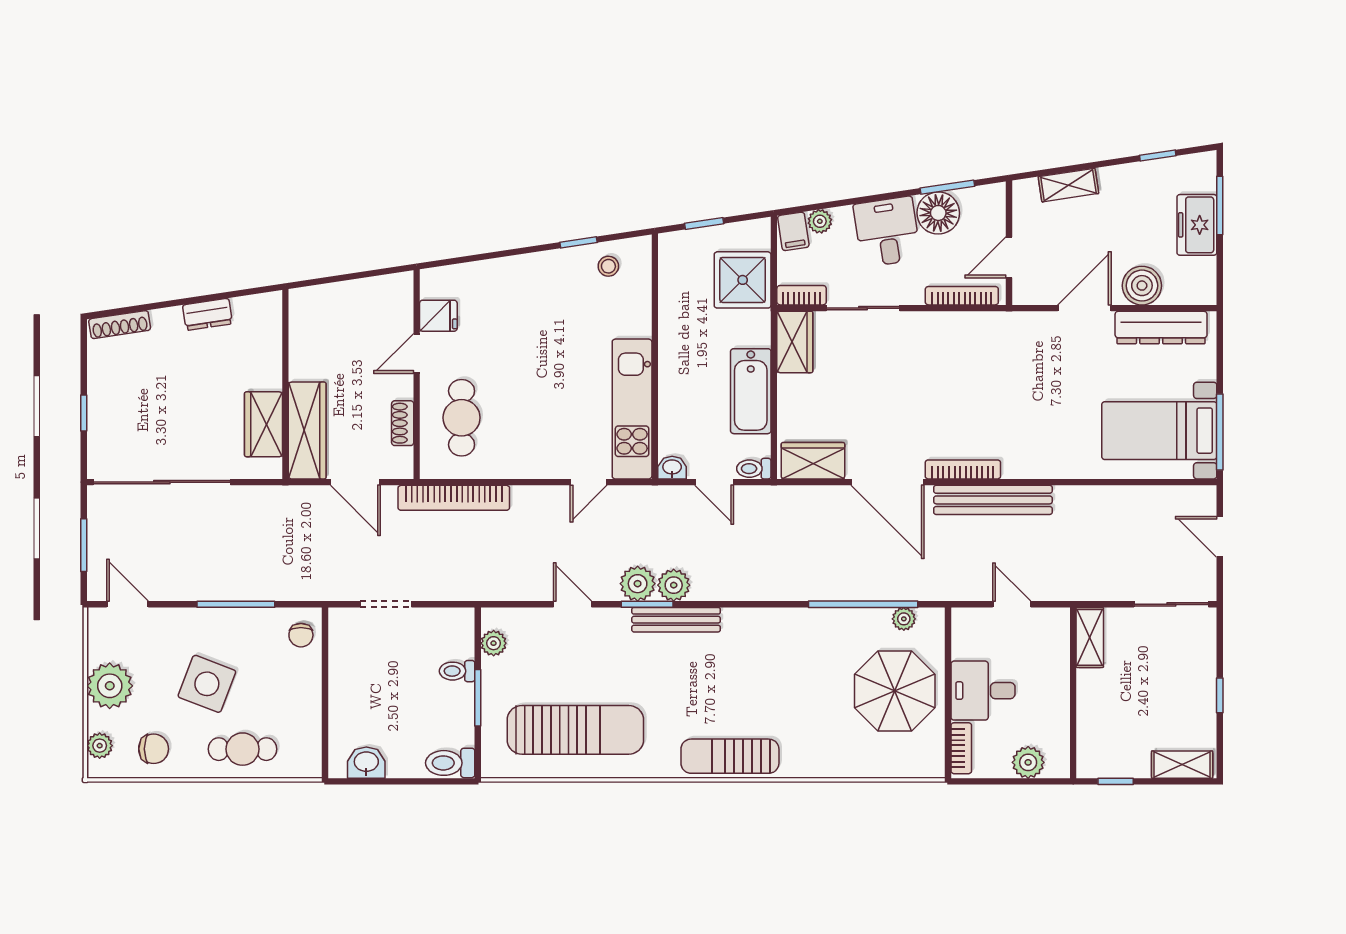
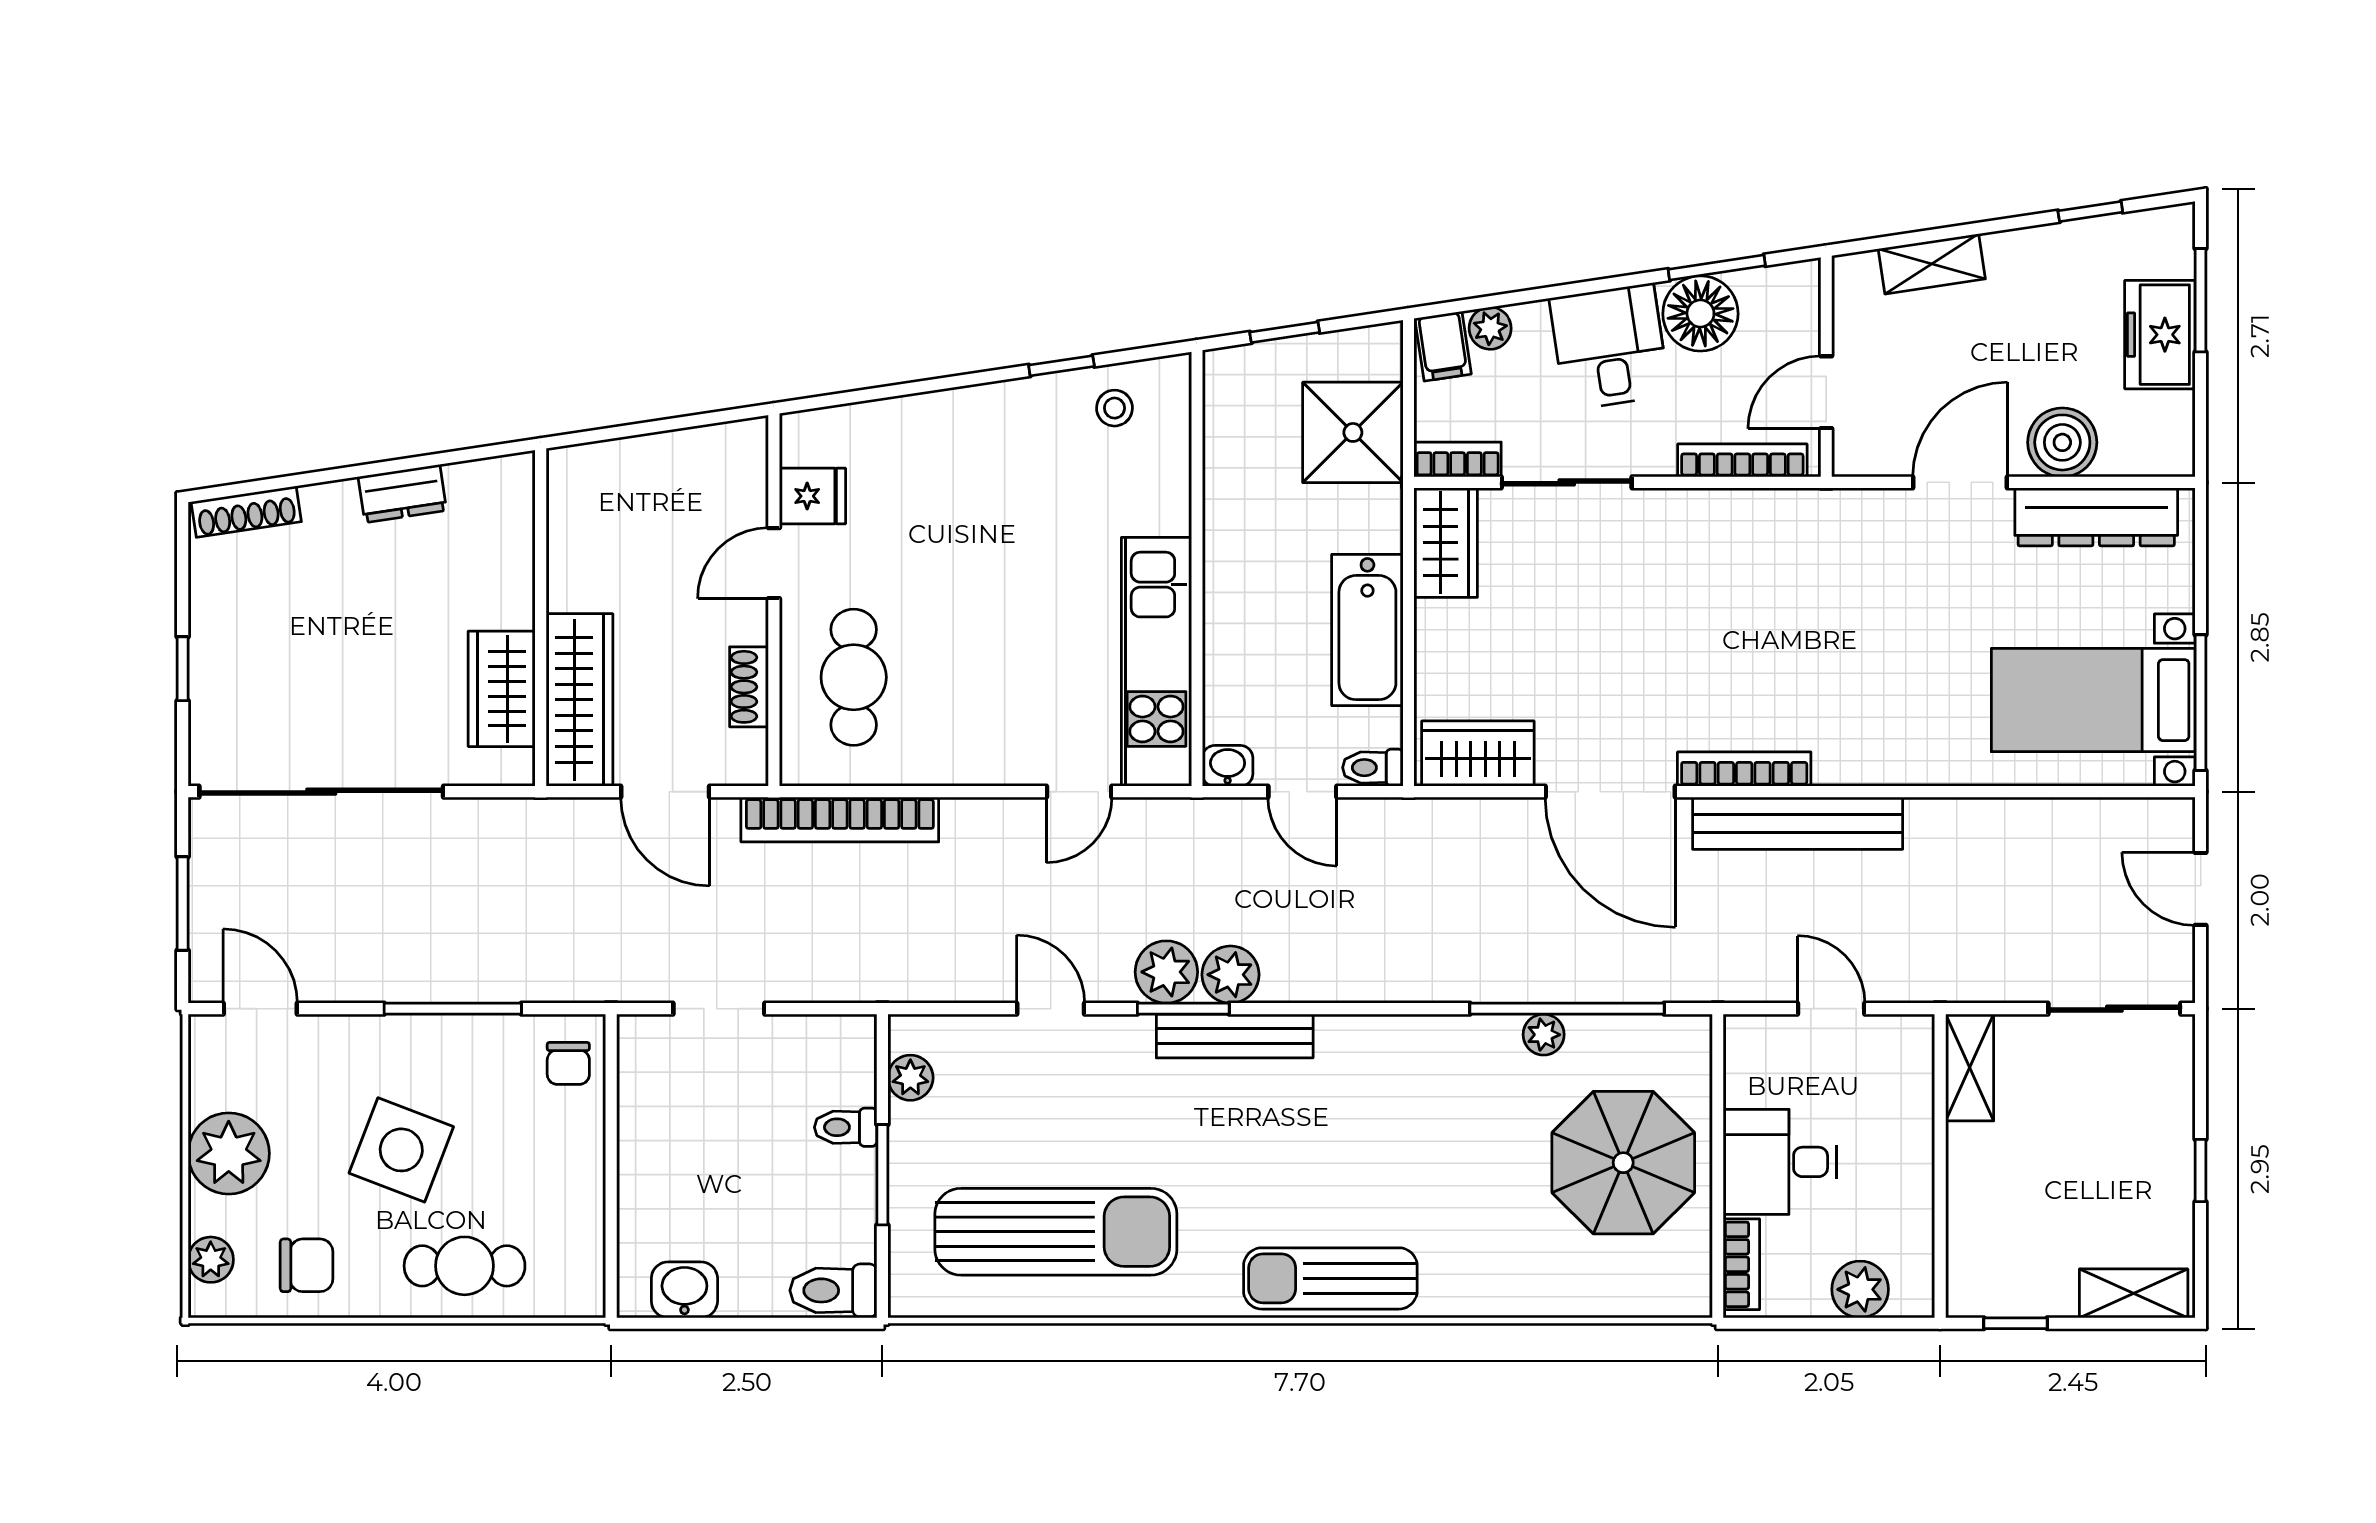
plant: (904, 619) -> (1544, 1035), moved

